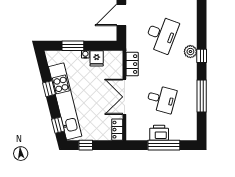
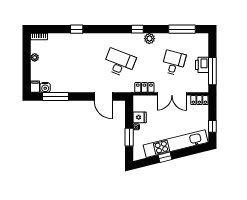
plant: (190, 52) -> (149, 39), moved
window: (202, 96) -> (182, 29), moved
window: (58, 125) -> (196, 150), removed
window: (164, 145) -> (212, 71), moved

